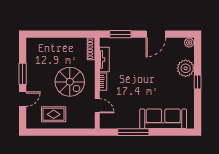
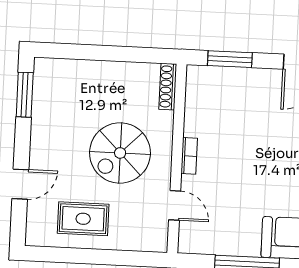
tv unit: (104, 59) -> (194, 110), removed
window: (23, 74) -> (25, 95), moved
spiral stairs: (70, 82) -> (120, 153), turned 90

